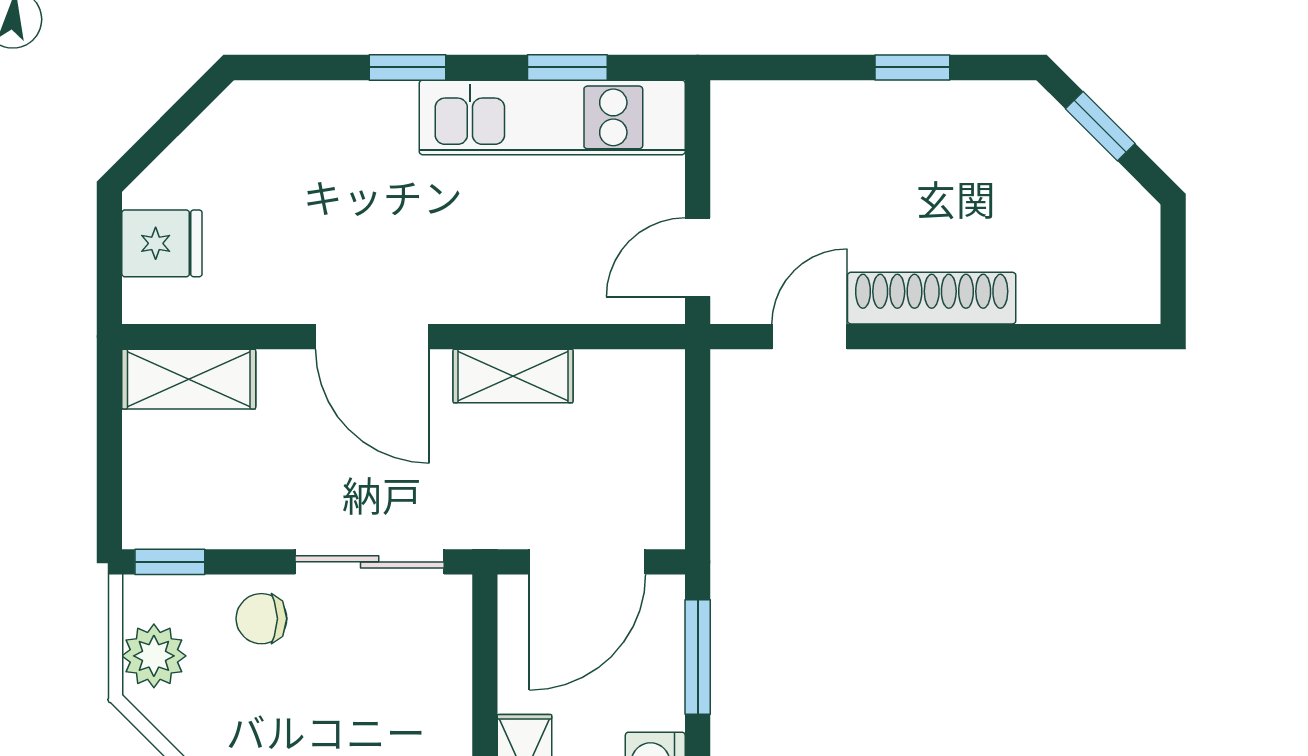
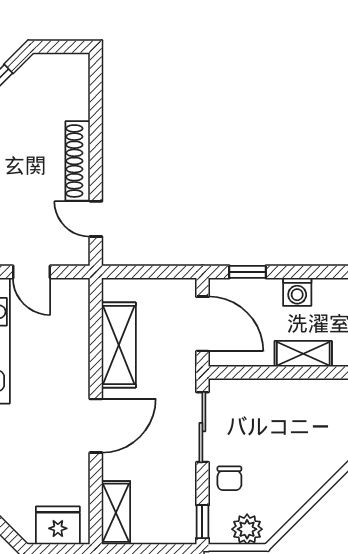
fridge: (162, 243) -> (58, 525), width x1.38
door: (698, 257) -> (32, 272), moved
shelving: (513, 376) -> (119, 345), width x1.50, depth x1.33
window: (698, 657) -> (248, 272), width x0.67

